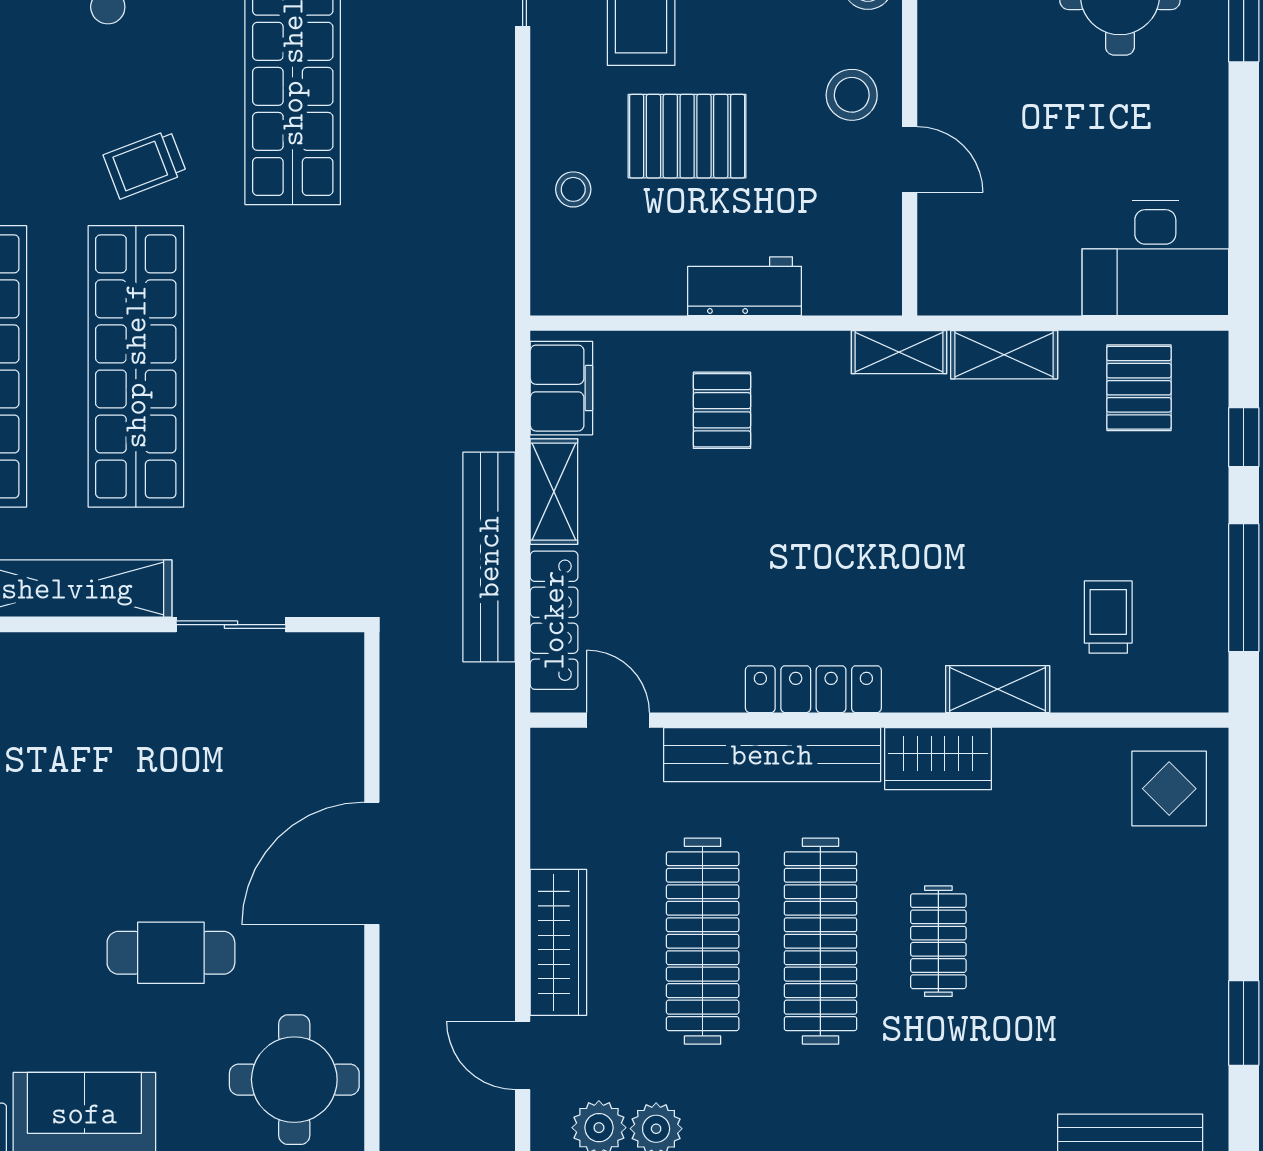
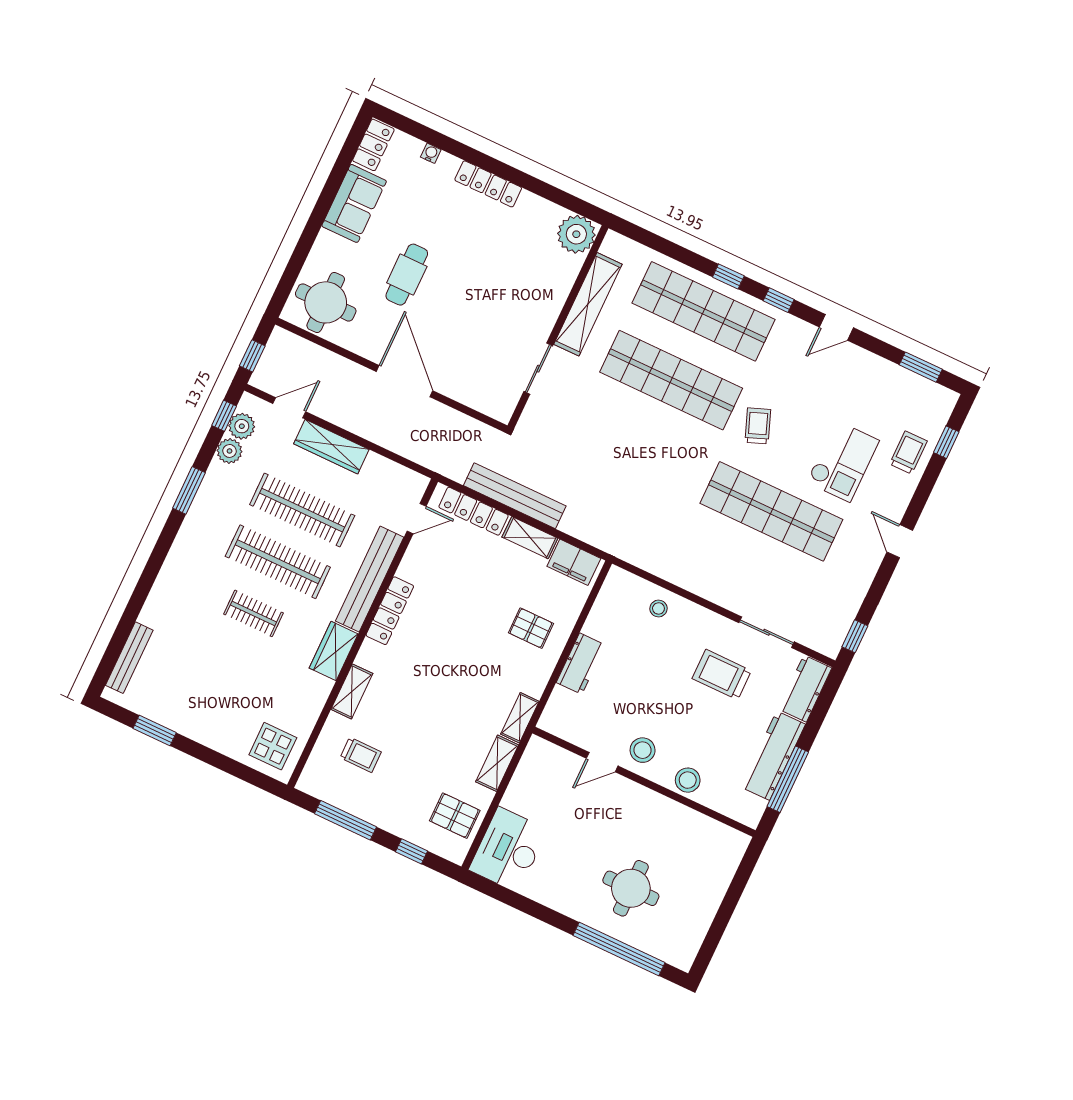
pallet: (687, 136) -> (658, 669), removed

